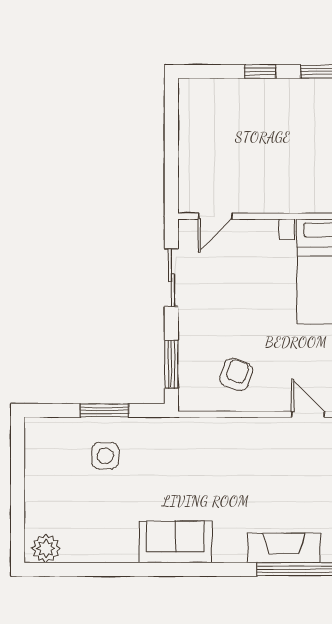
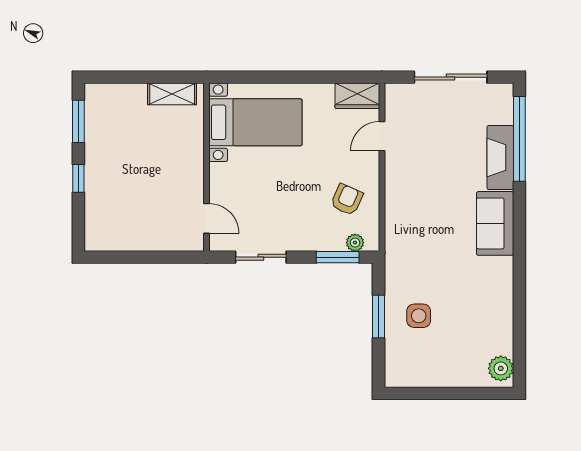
armchair: (236, 375) -> (347, 200), turned 95
plant: (188, 384) -> (355, 243), added
sofa: (176, 542) -> (495, 223), moved

